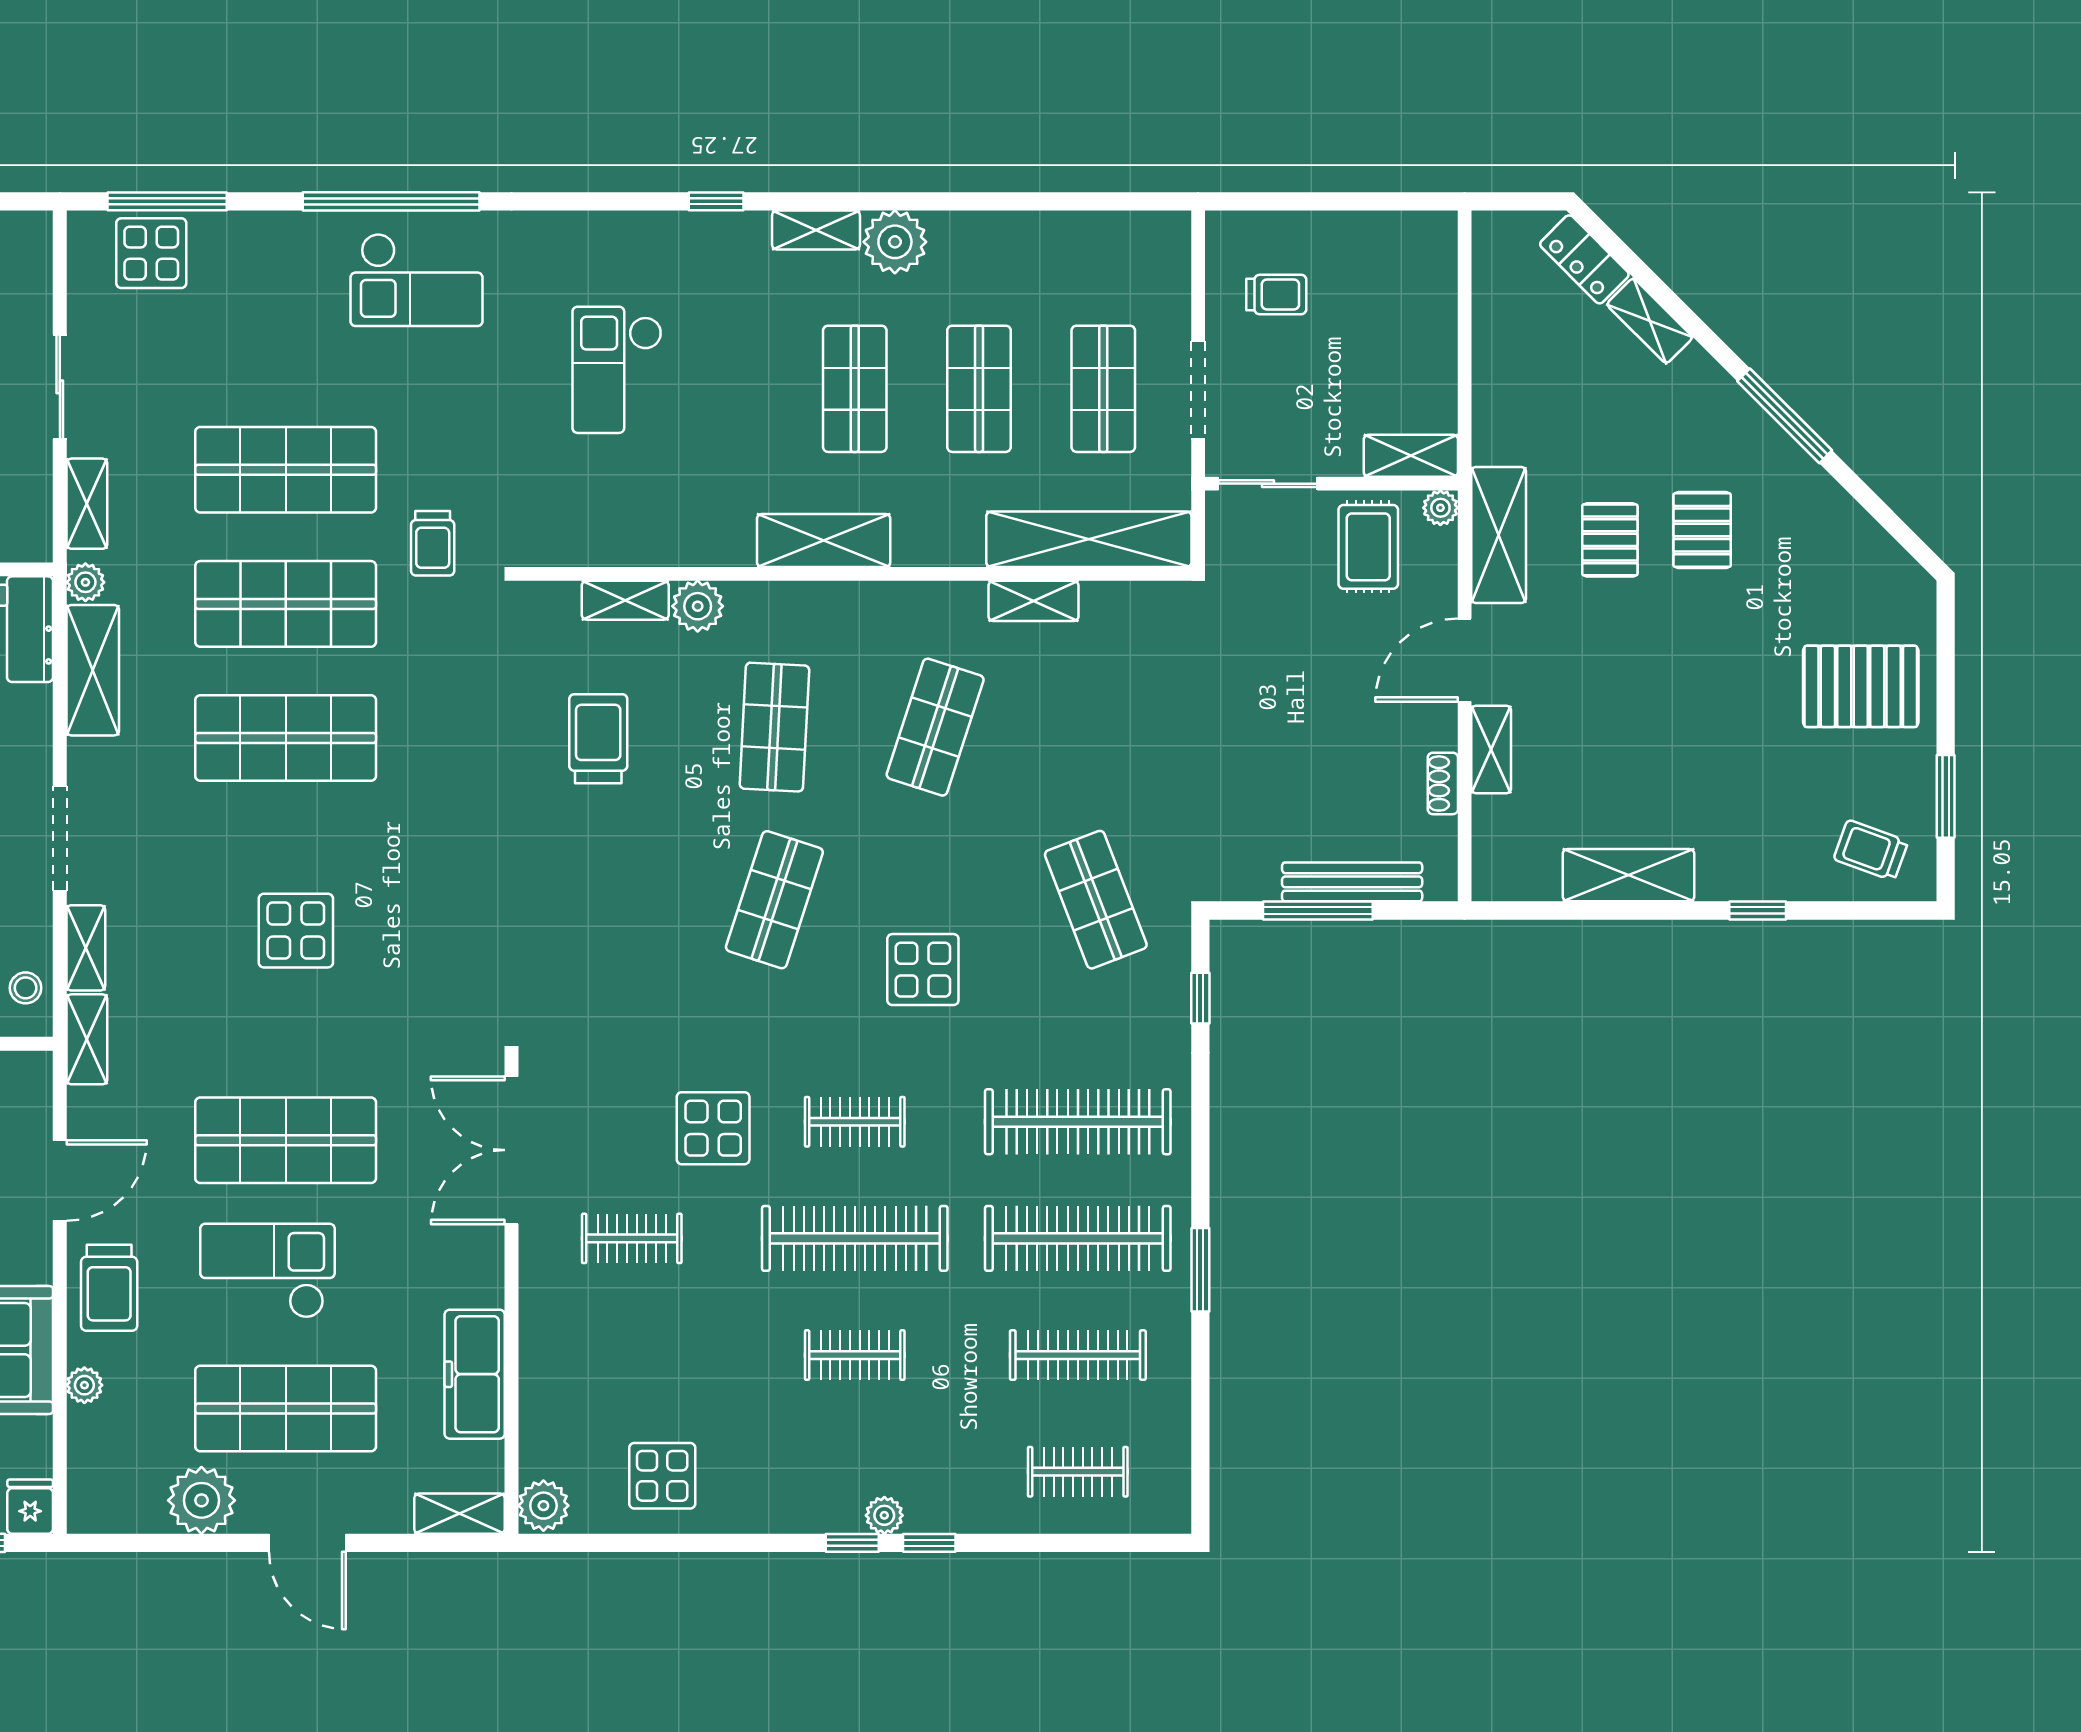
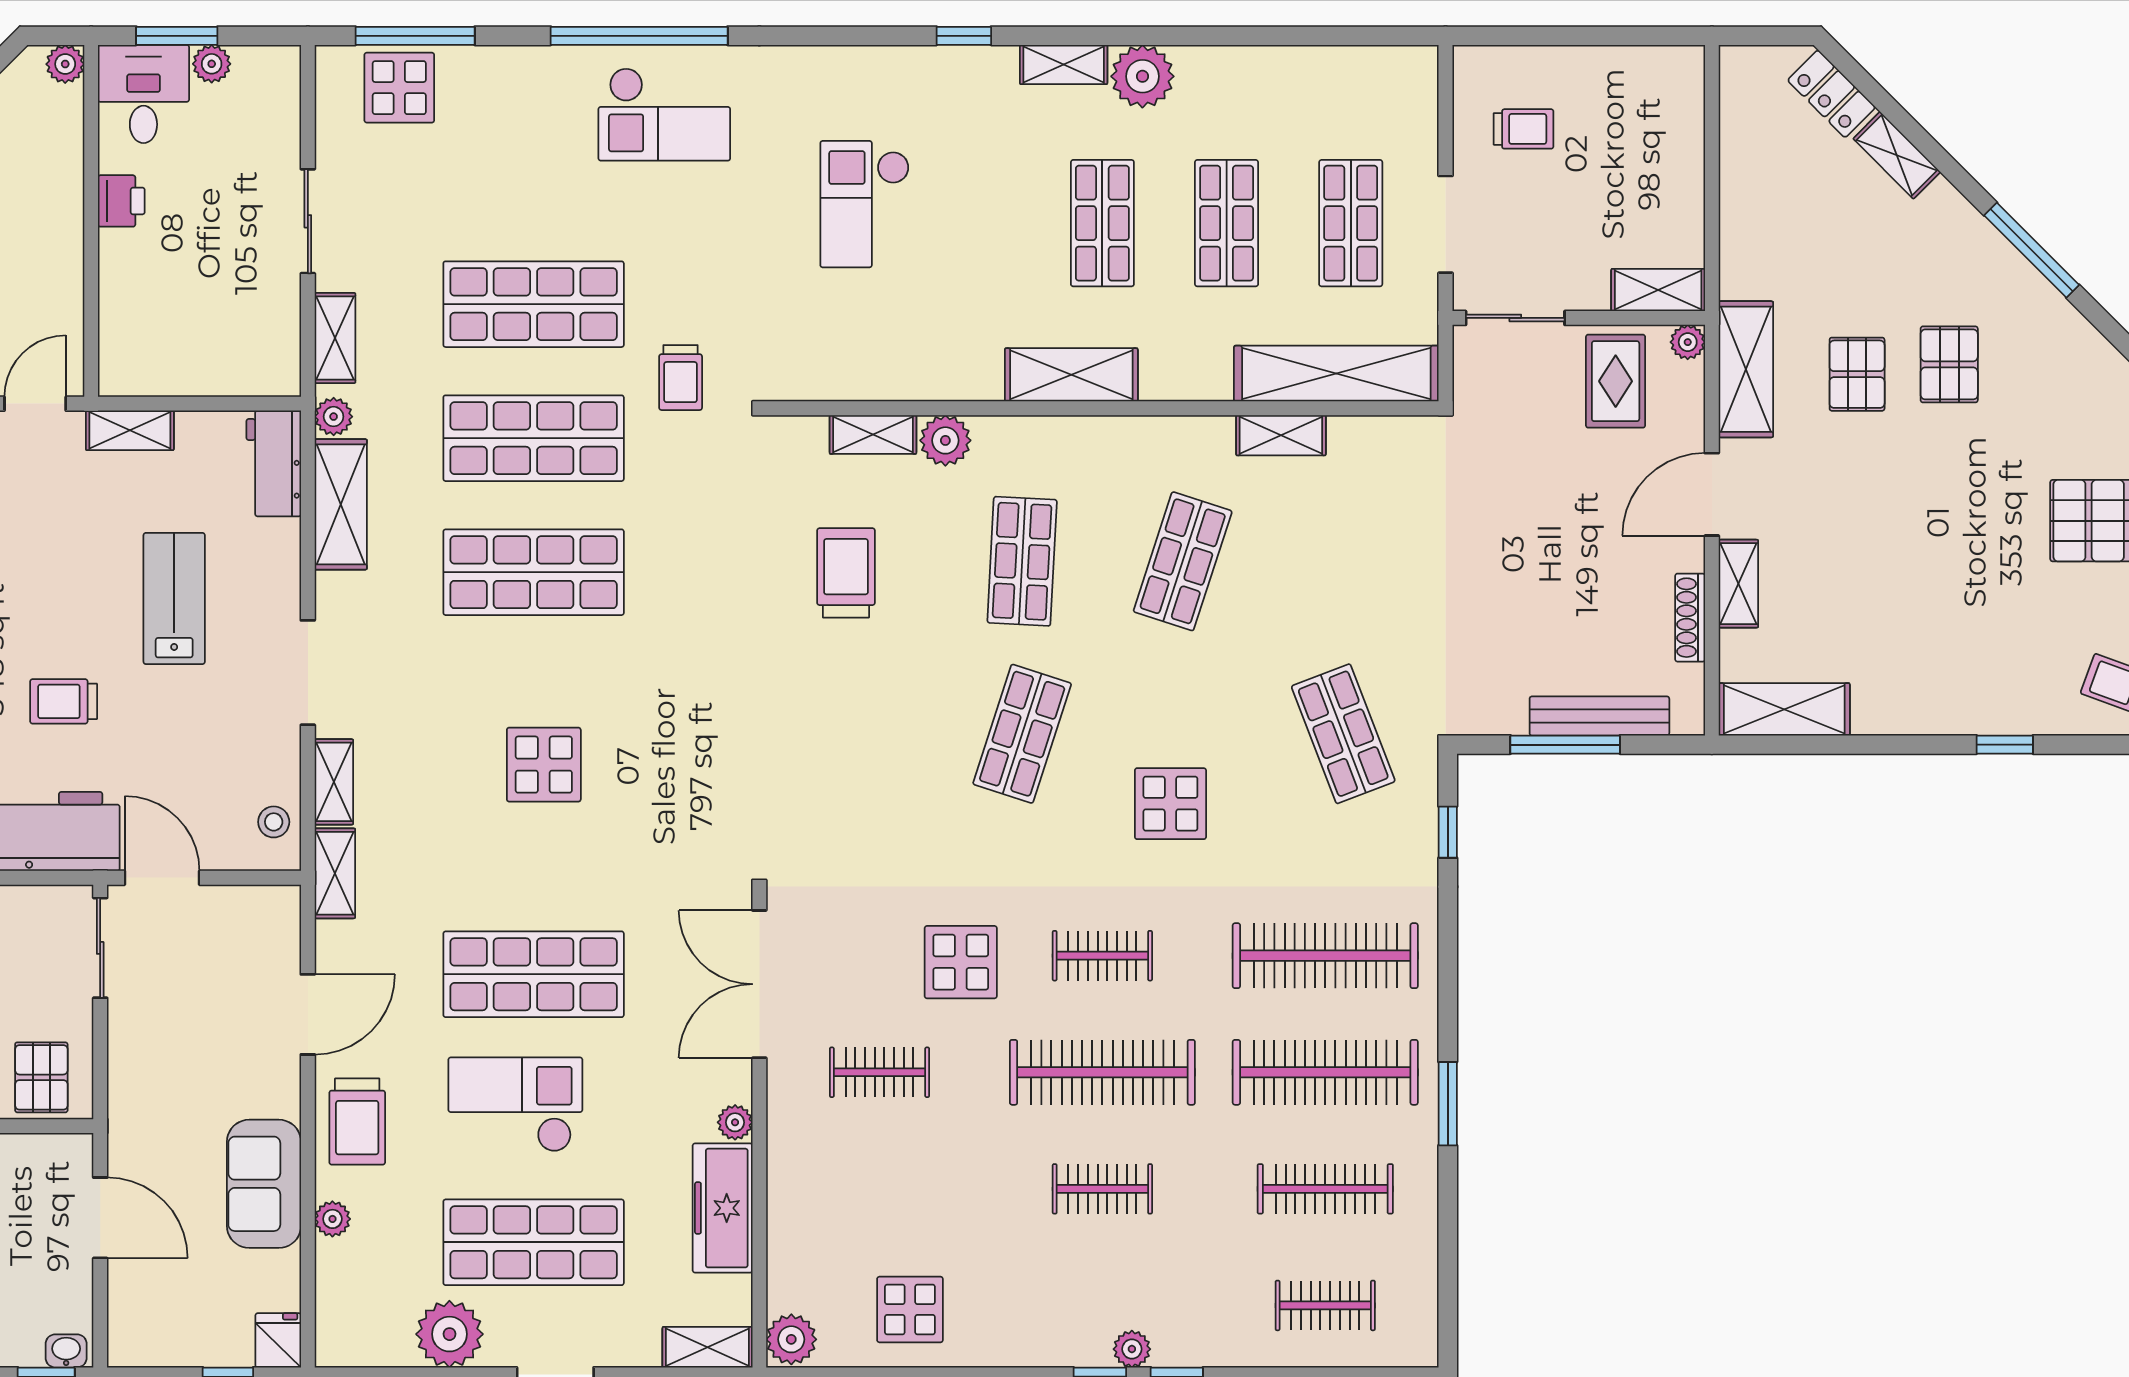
shoe rack: (1443, 783) -> (1690, 618), width x1.43
shelving: (1628, 875) -> (1784, 709), moved
plant: (487, 1289) -> (735, 1122), added

